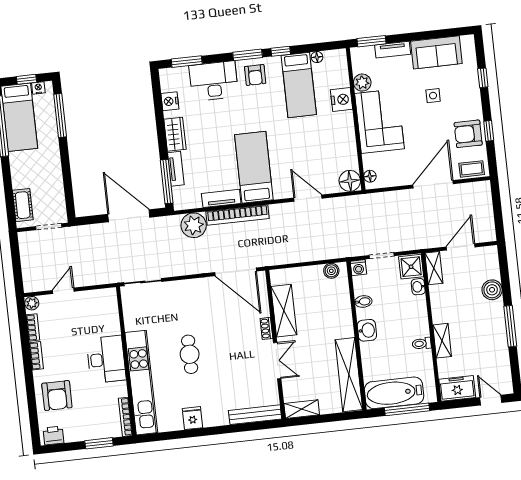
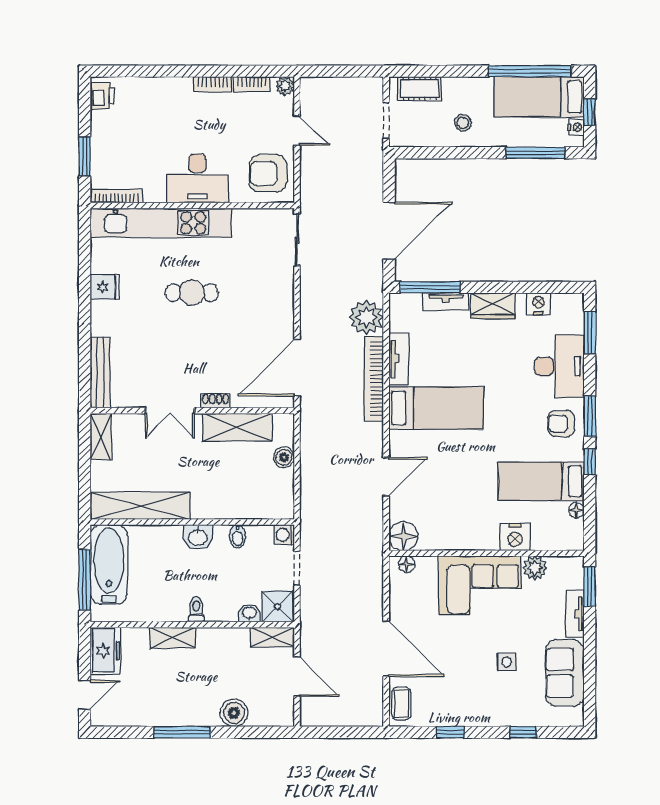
armchair: (468, 134) -> (449, 704), removed
stool: (44, 171) -> (463, 123), added
boiler: (331, 271) -> (284, 457), moved
toilet: (422, 344) -> (196, 609), moved
armchair: (57, 395) -> (268, 173), moved

